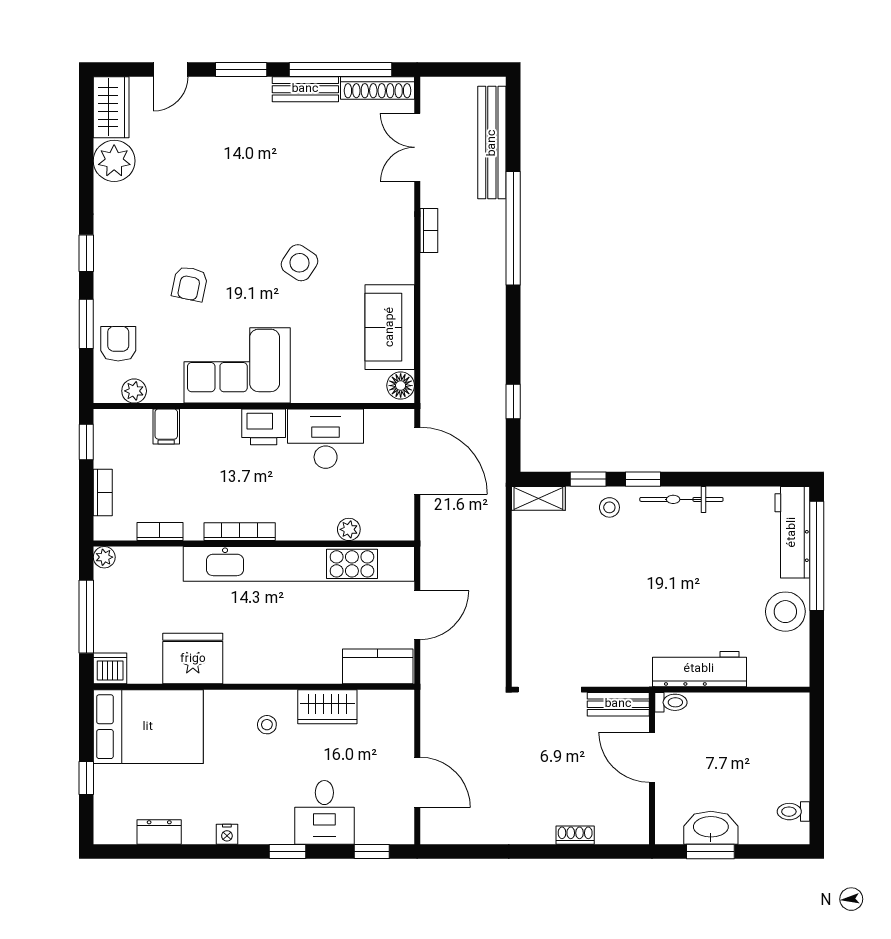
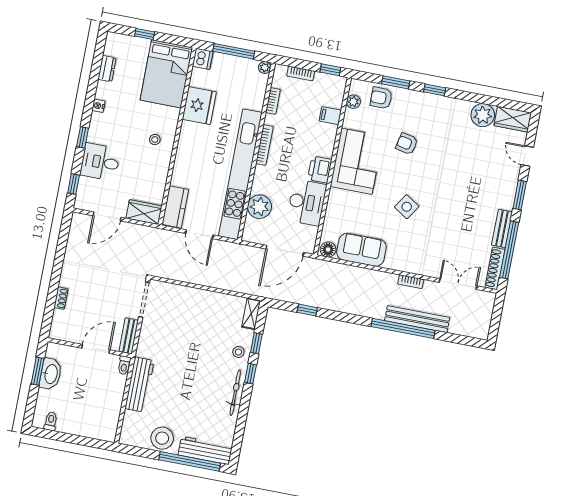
bench: (492, 143) -> (417, 319), moved
armchair: (118, 344) -> (381, 98), turned 180
plant: (349, 529) -> (259, 207), width x1.87, depth x1.87
wardrobe: (327, 707) -> (144, 212), moved, turned 90

